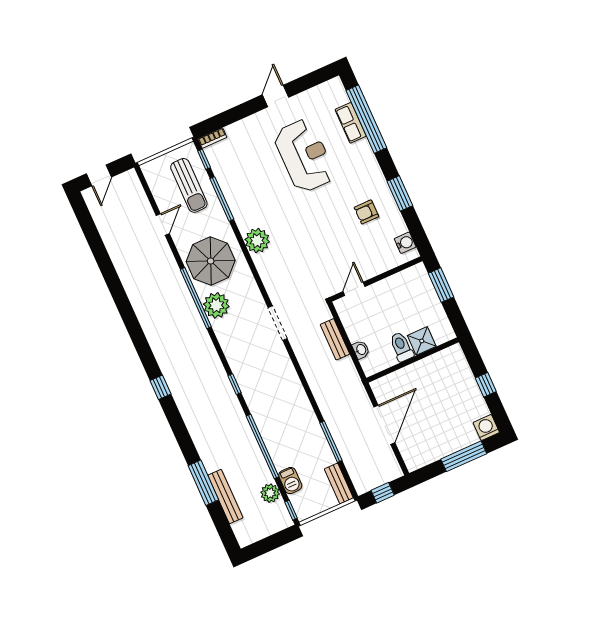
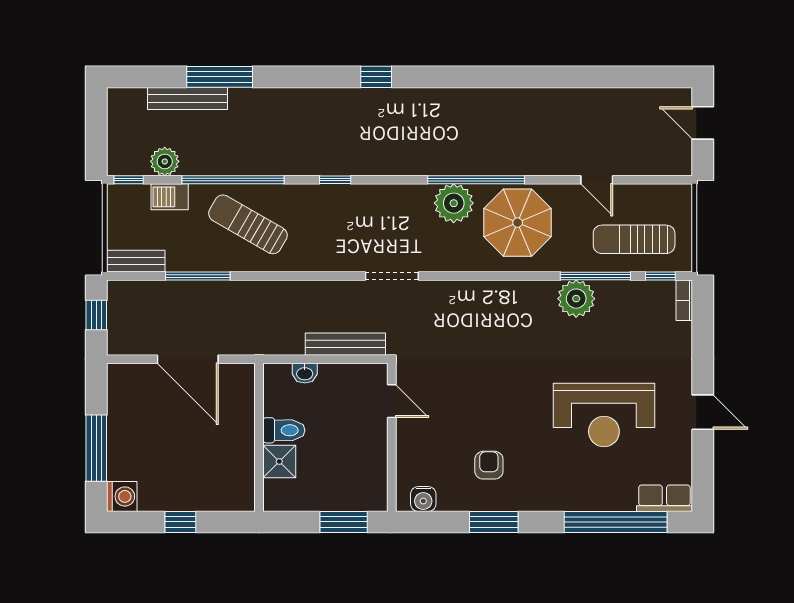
row of seats: (351, 123) -> (664, 498), moved
plant: (257, 241) -> (576, 299), moved
bench: (335, 339) -> (345, 344), width x1.36
sun lounger: (286, 425) -> (248, 224), added

